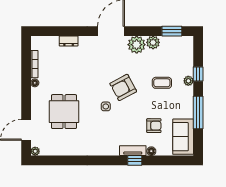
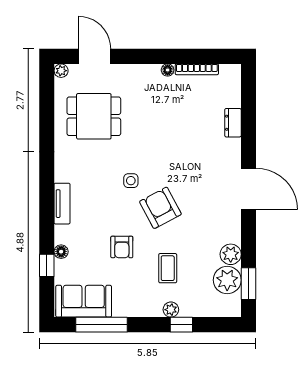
plant: (137, 45) -> (227, 280), moved
dining table: (64, 112) -> (94, 116), moved
window: (198, 112) -> (101, 325), moved
armchair: (154, 126) -> (122, 247), moved
tv unit: (133, 151) -> (62, 204), moved
window: (135, 160) -> (47, 265), moved

